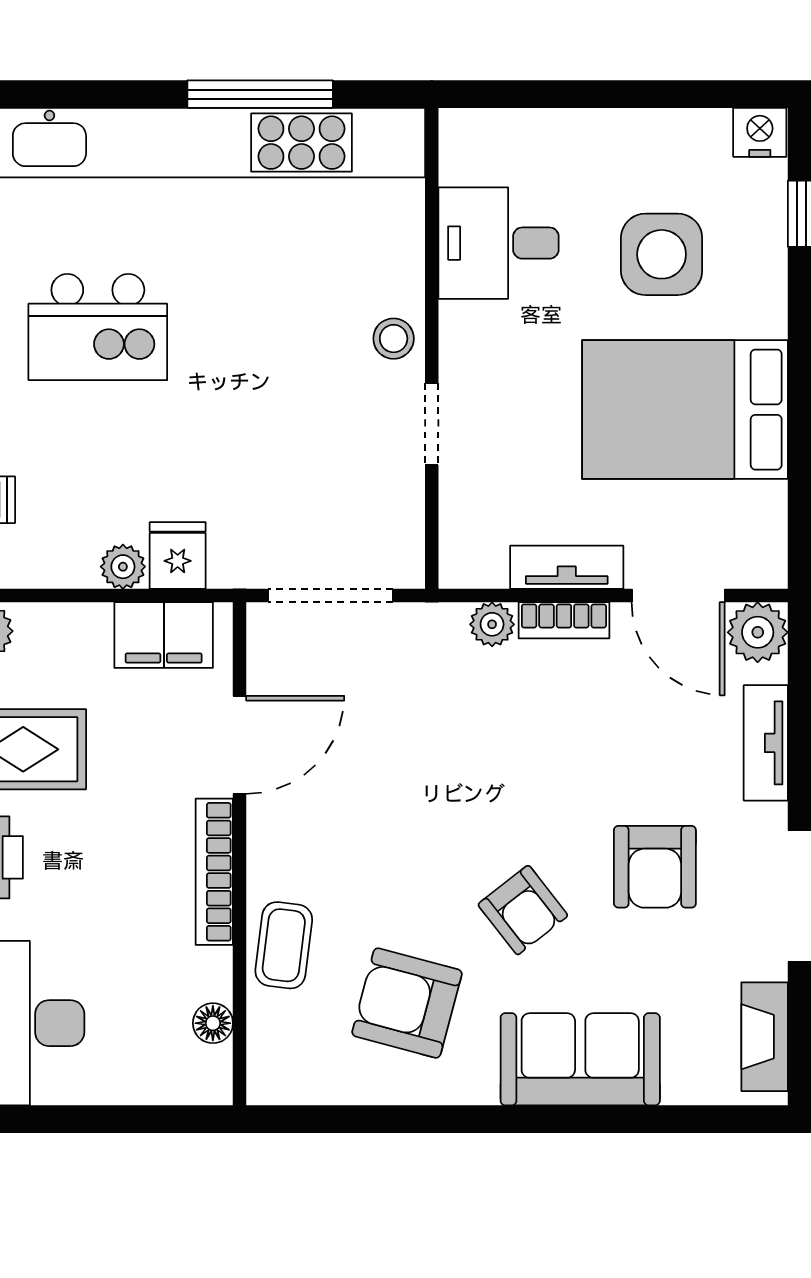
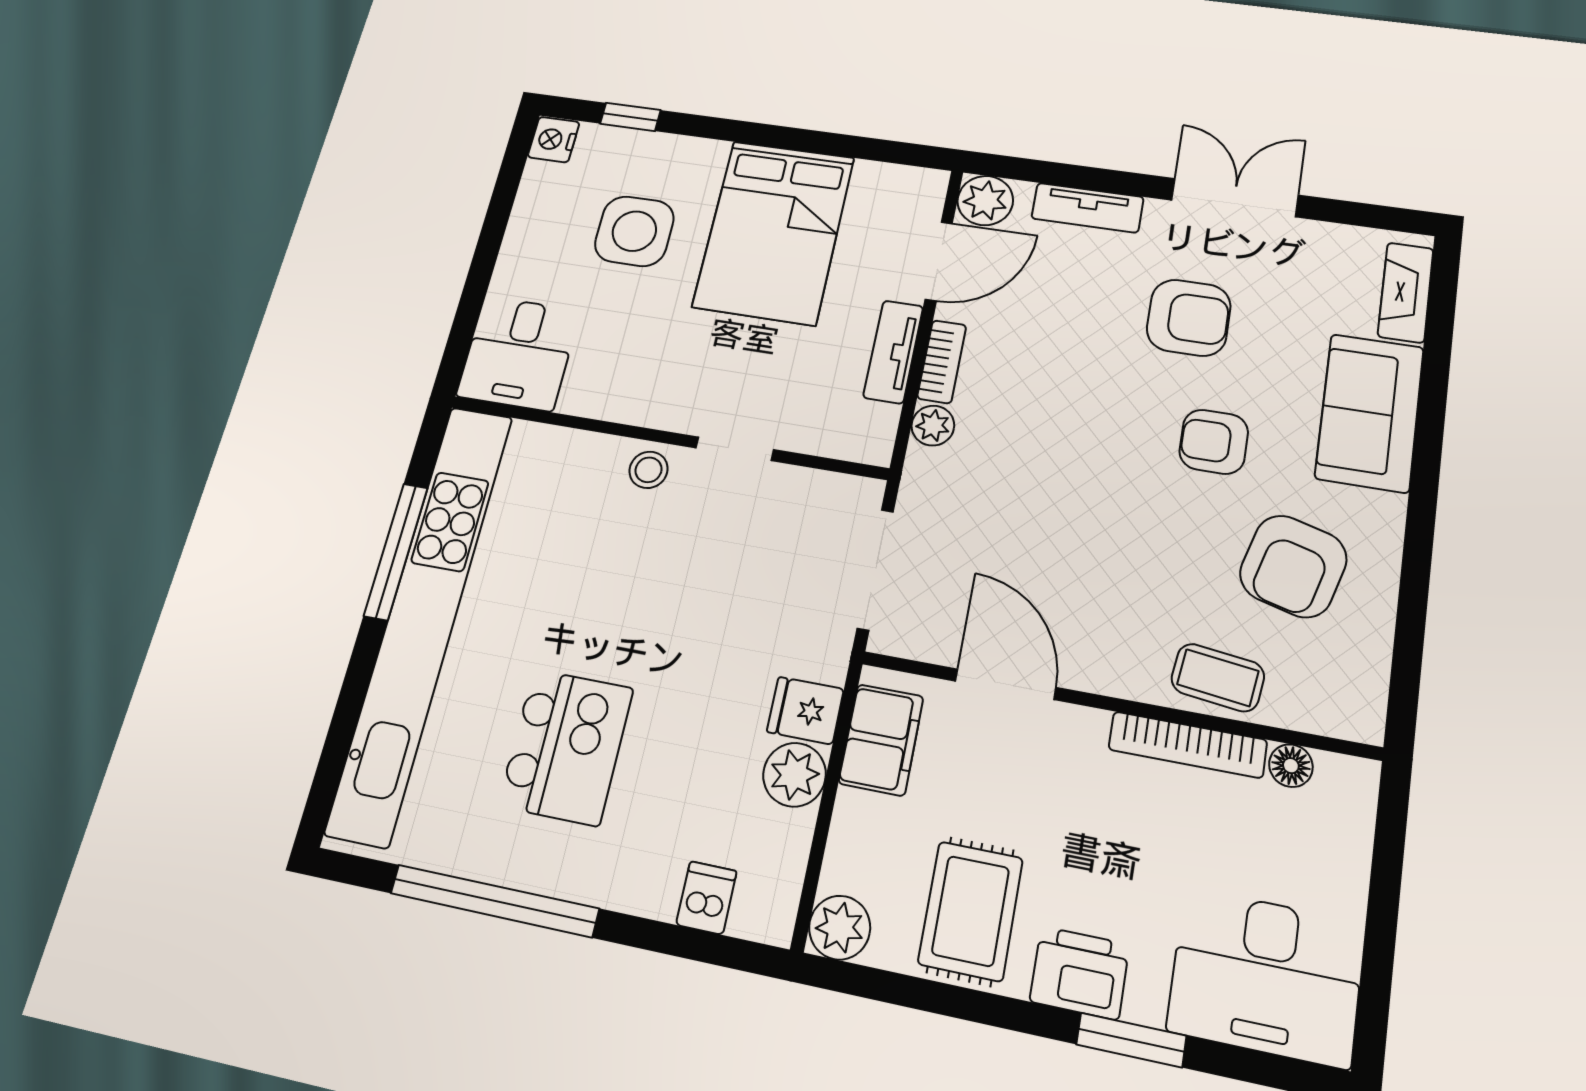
desk: (499, 243) -> (519, 353), moved
plant: (123, 567) -> (794, 775), width x1.38, depth x1.38
bookcase: (214, 872) -> (1188, 745), moved
armchair: (523, 910) -> (1214, 442), turned -142
fireplace: (765, 1037) -> (1406, 292), moved, turned 90

